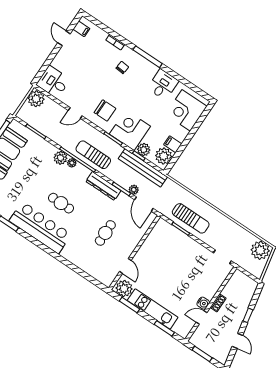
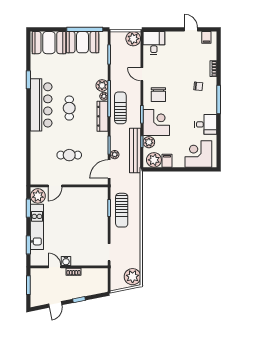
door: (64, 38) -> (191, 29), hinge flipped
dresser: (103, 186) -> (103, 116), moved

